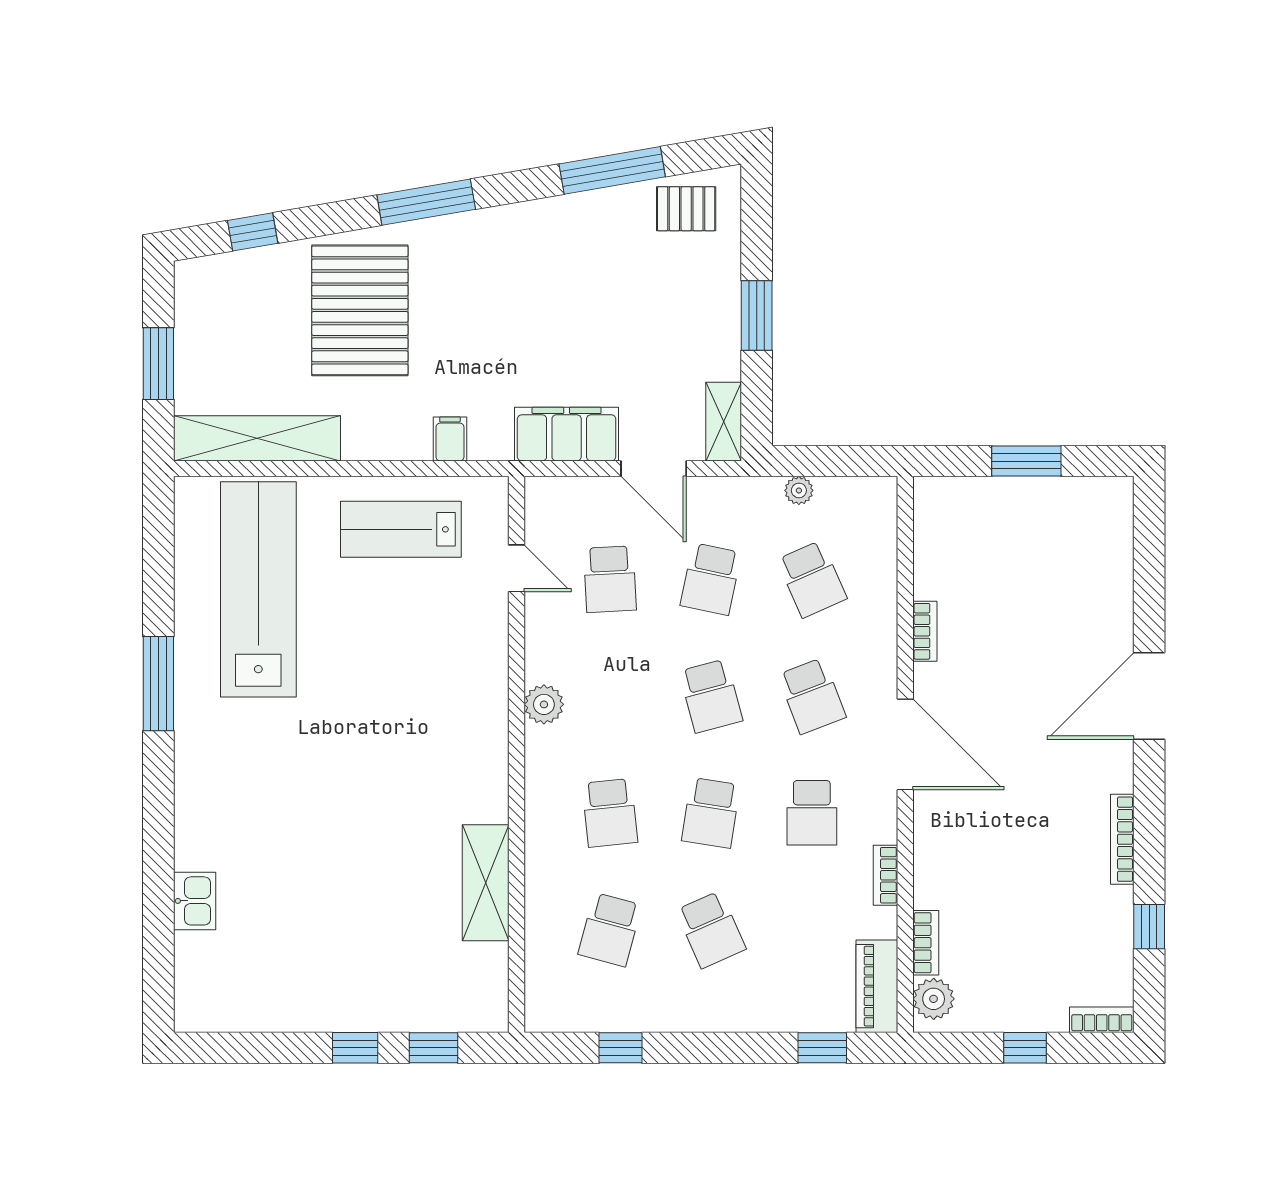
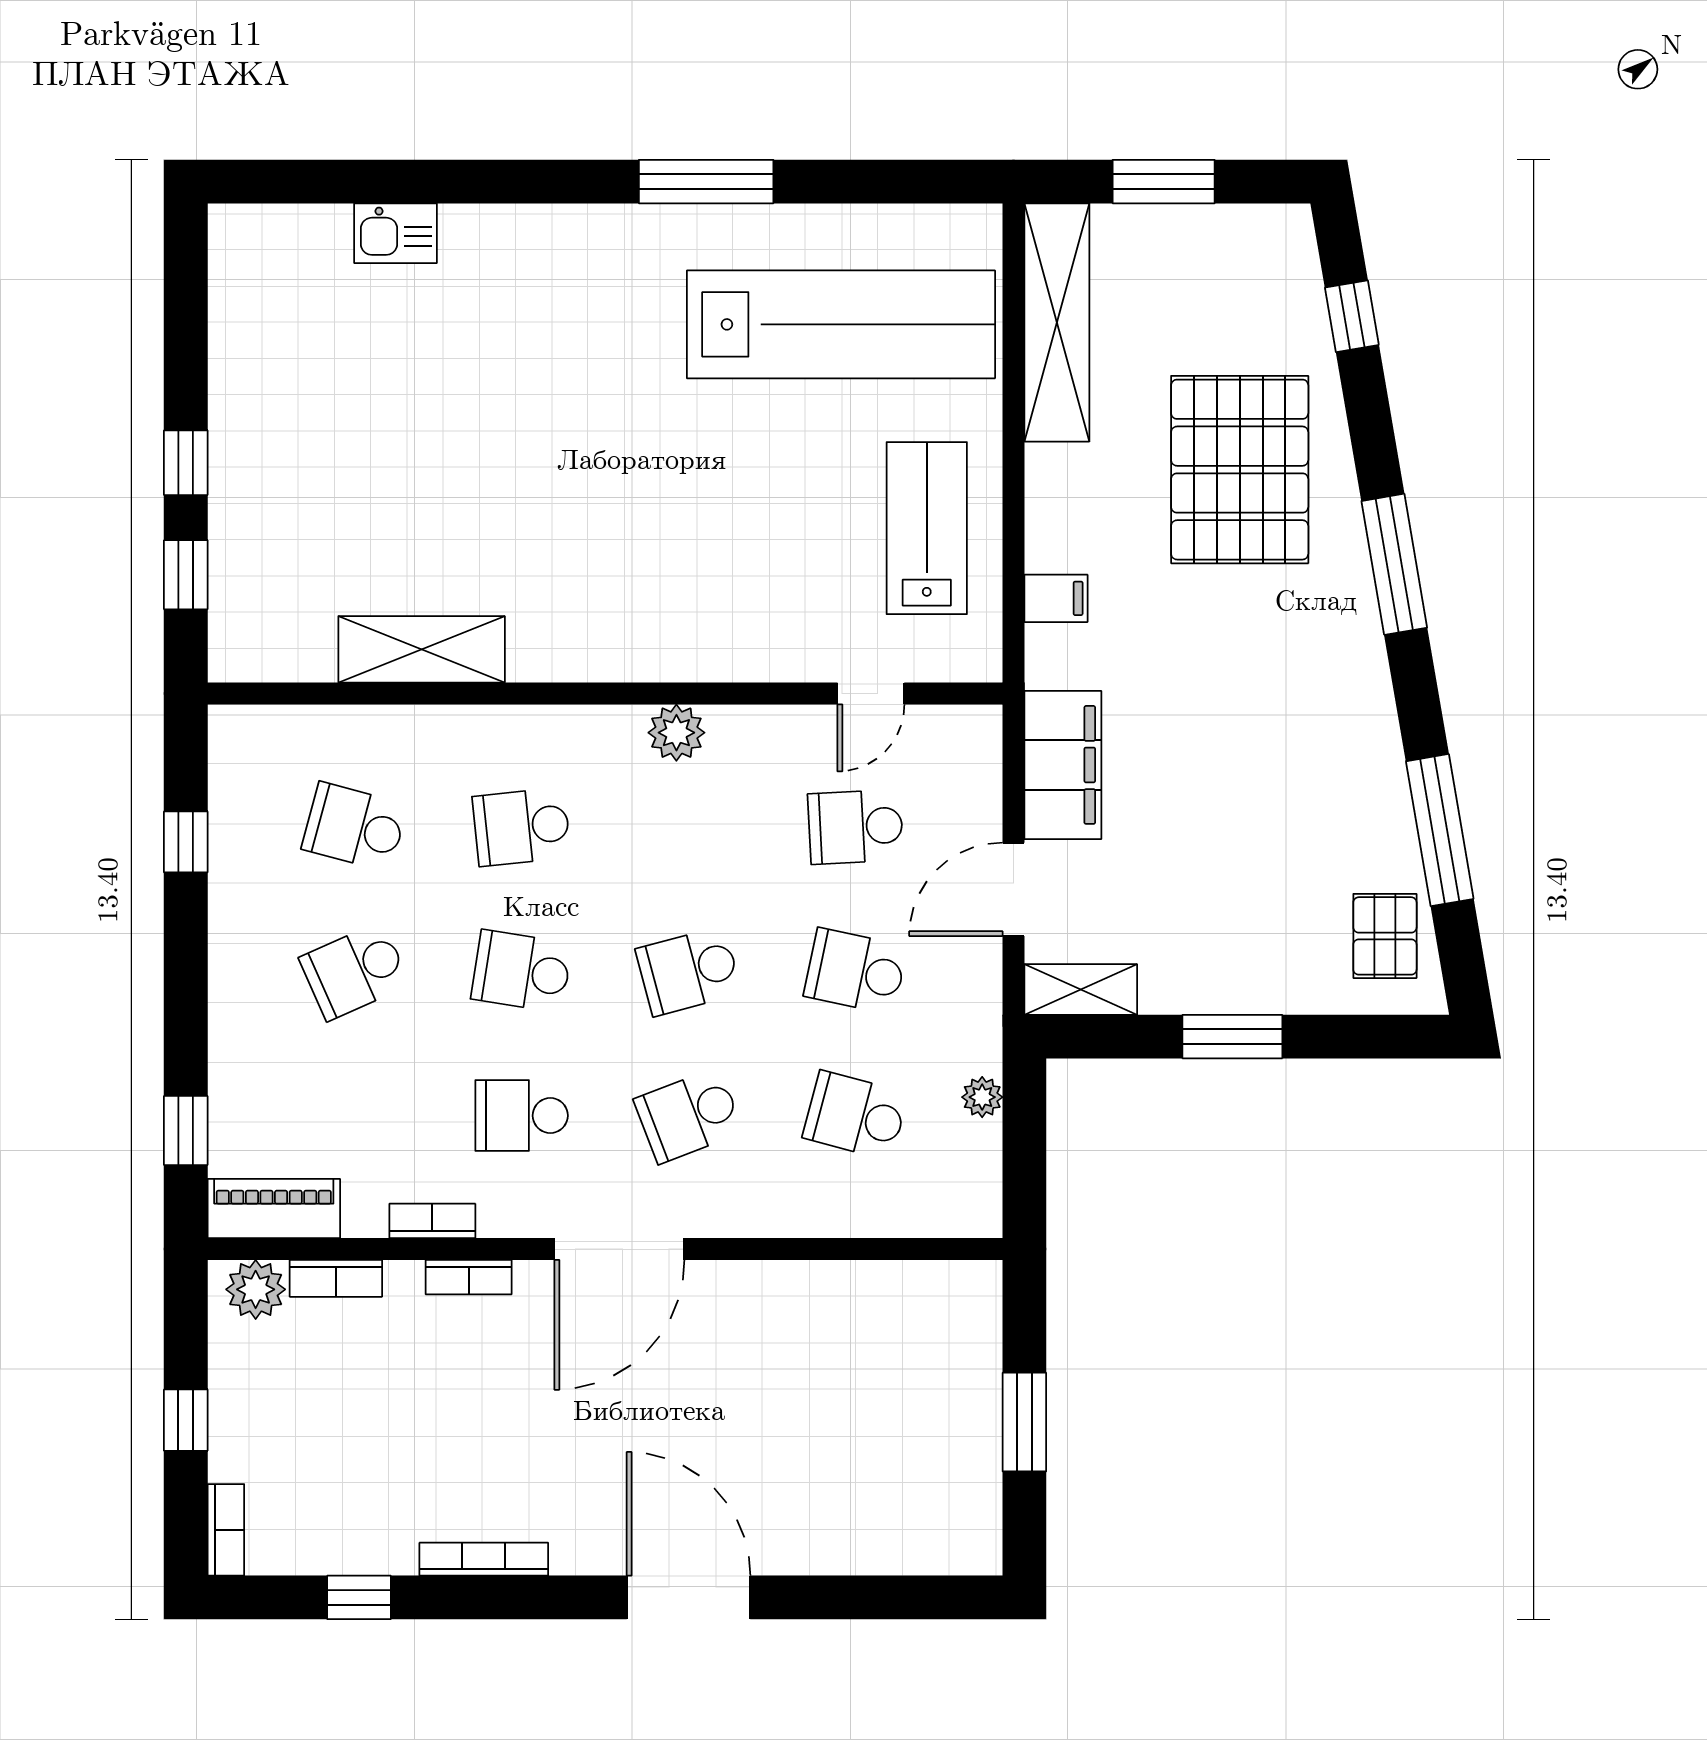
pallet: (360, 310) -> (1240, 470), turned 90
school desk: (812, 579) -> (856, 1116), turned 39
bookcase: (925, 631) -> (469, 1277), moved

